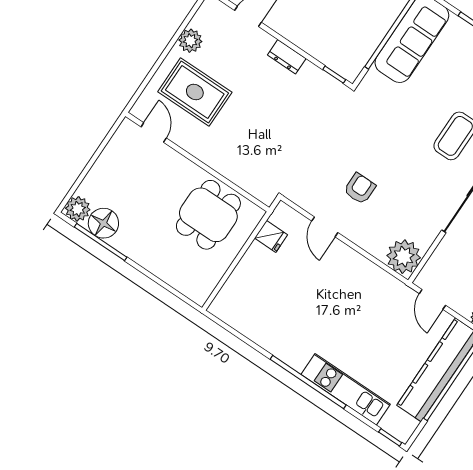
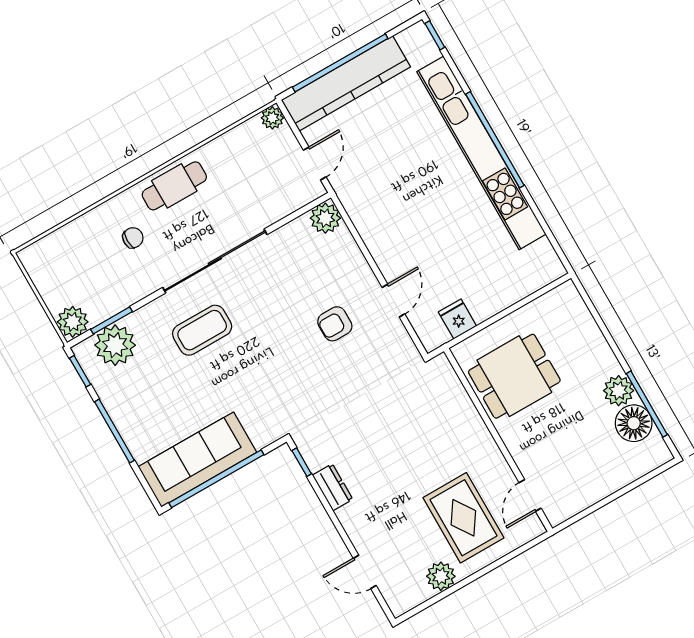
dresser: (287, 57) -> (333, 487), moved
plant: (78, 209) -> (619, 391), moved
plant: (404, 257) -> (325, 218), width x0.73, depth x0.73
kitchen unit: (346, 389) -> (481, 153), width x1.86

